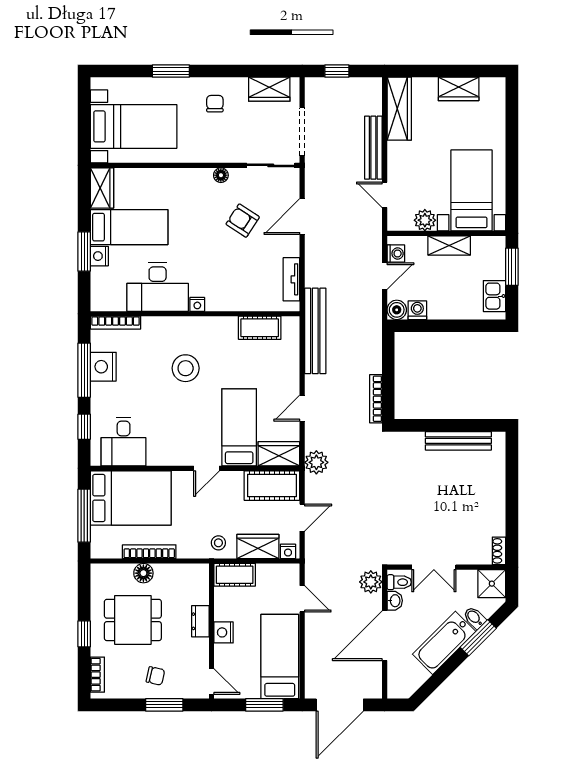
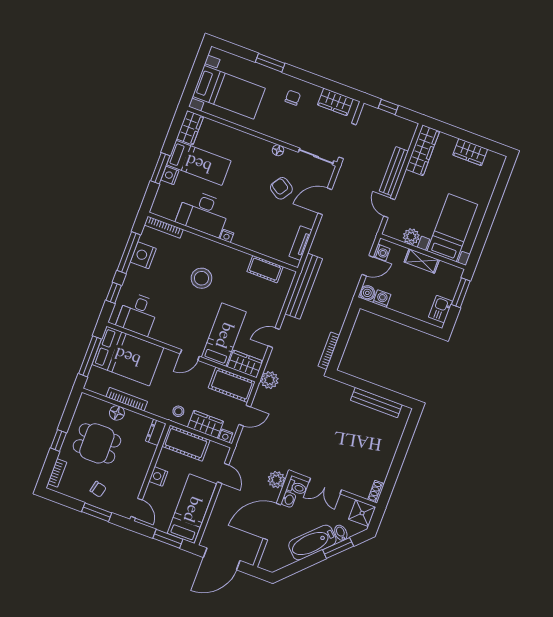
cot: (235, 575) -> (186, 443), width x1.37, depth x1.34
dresser: (200, 621) -> (156, 432), moved

